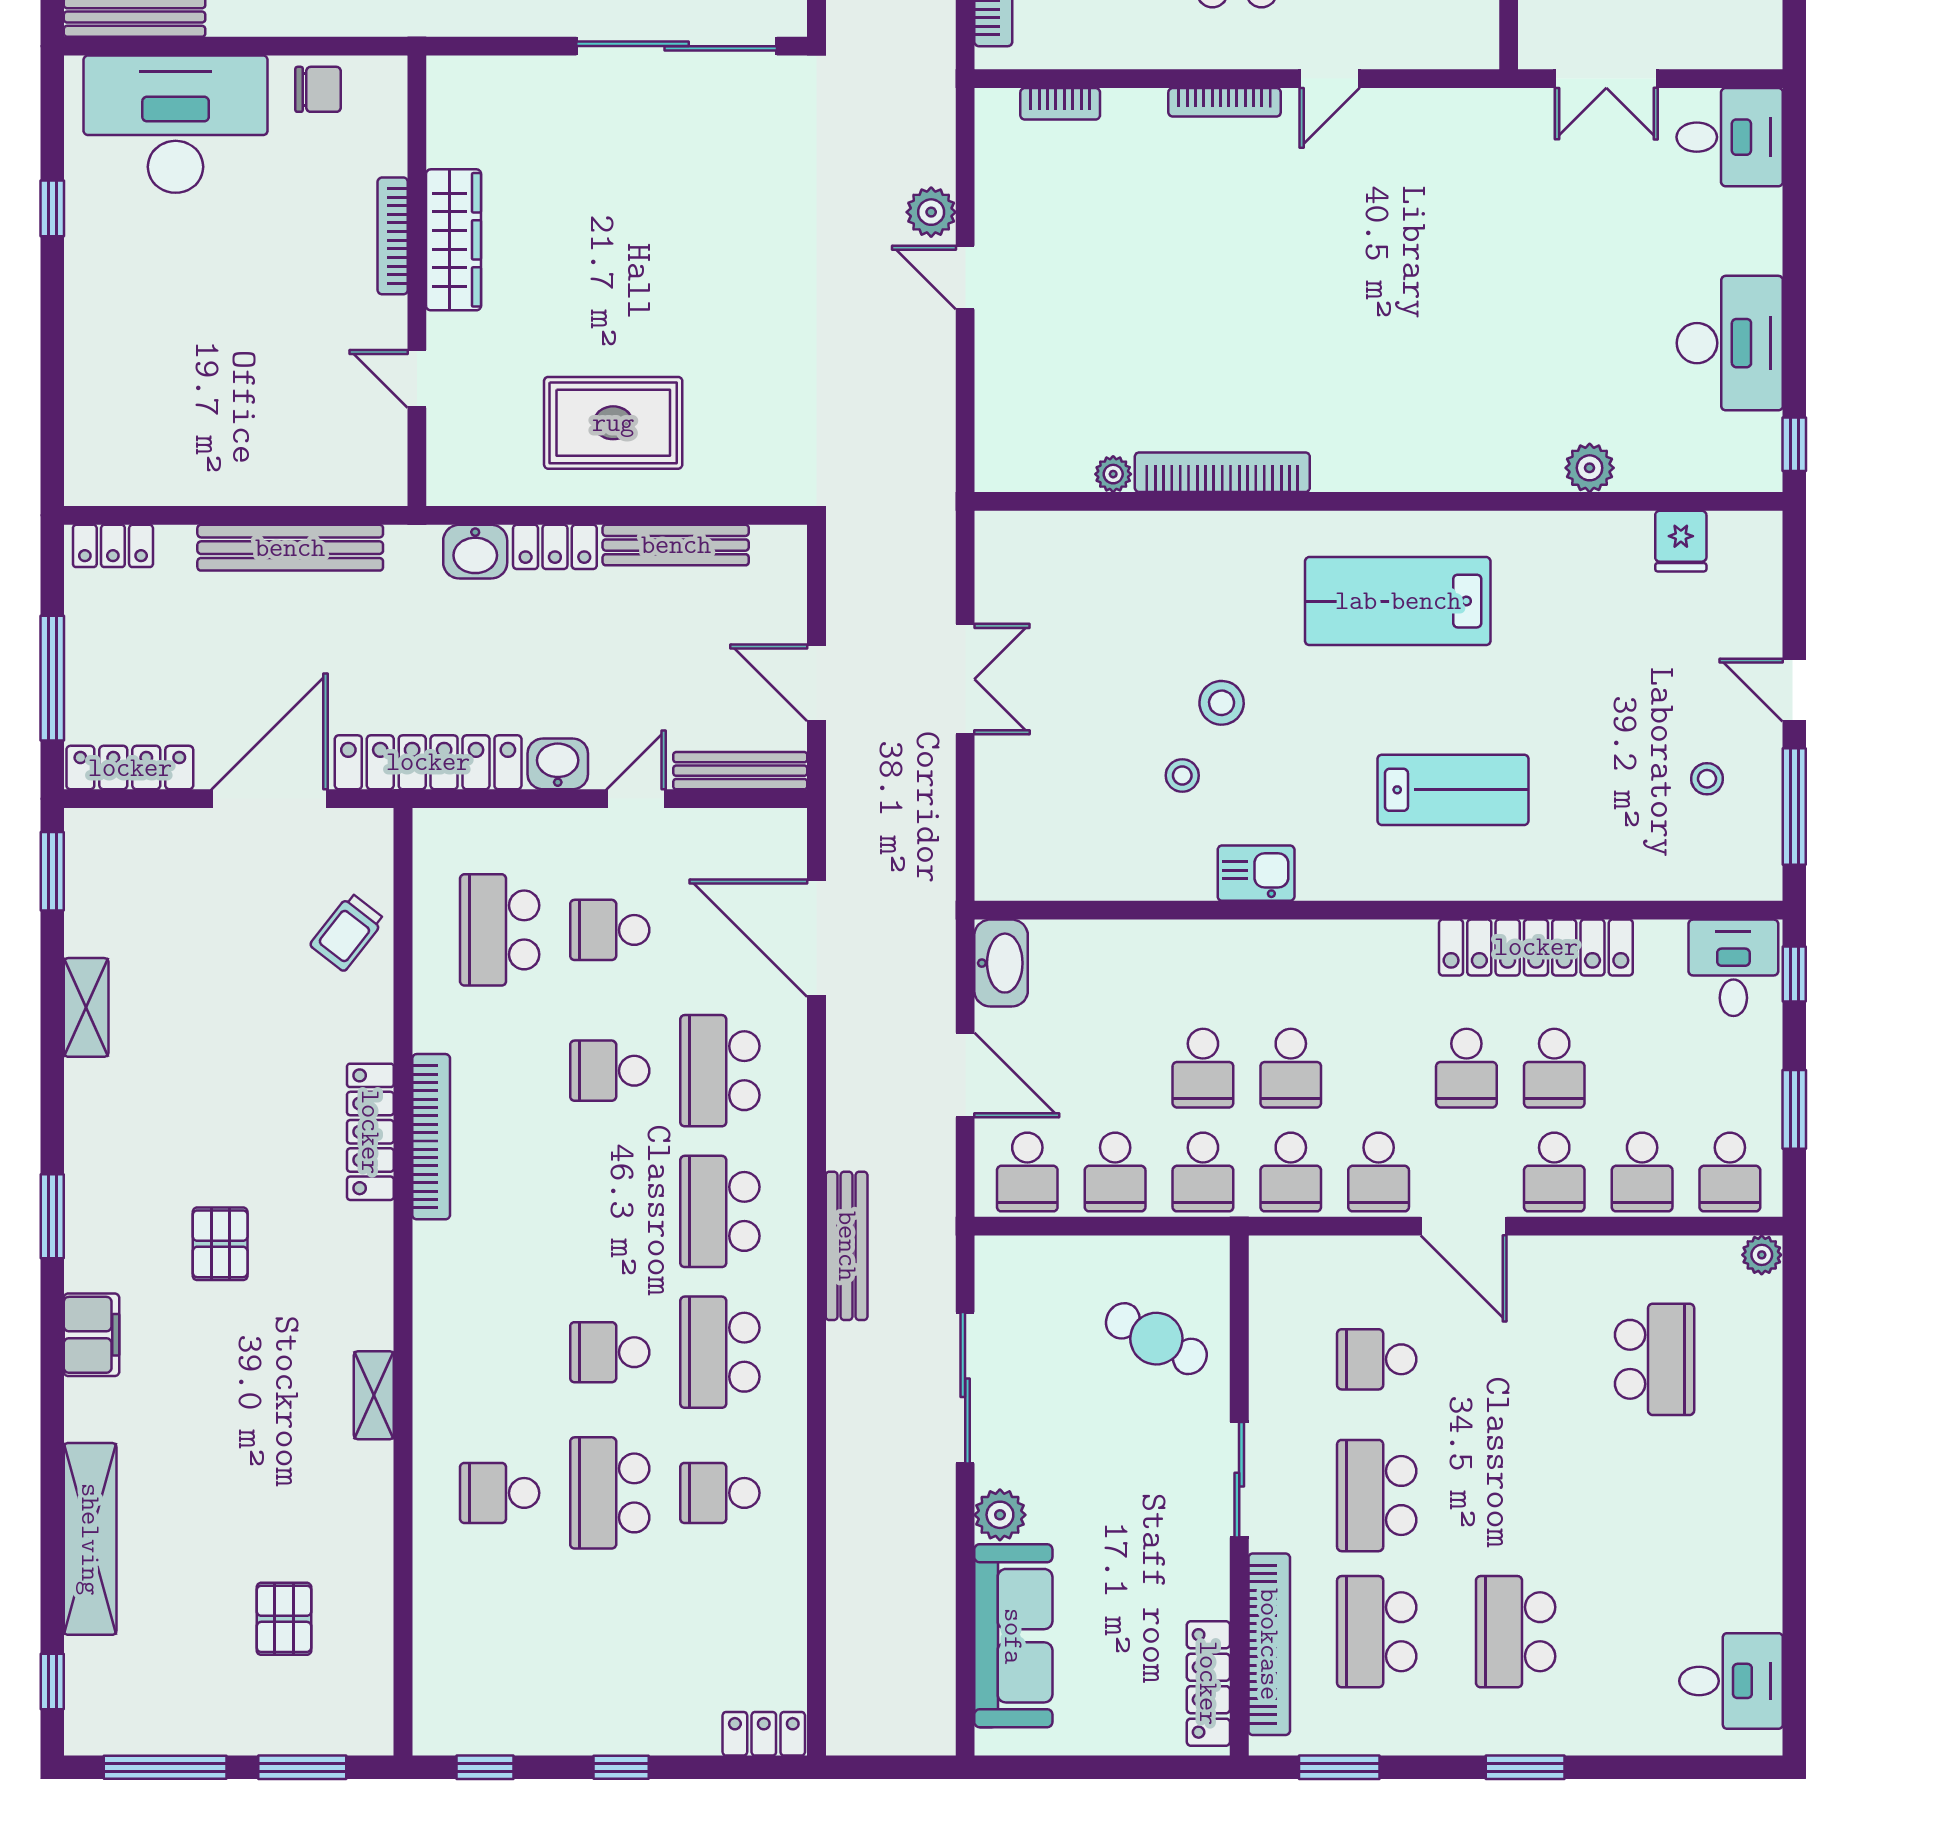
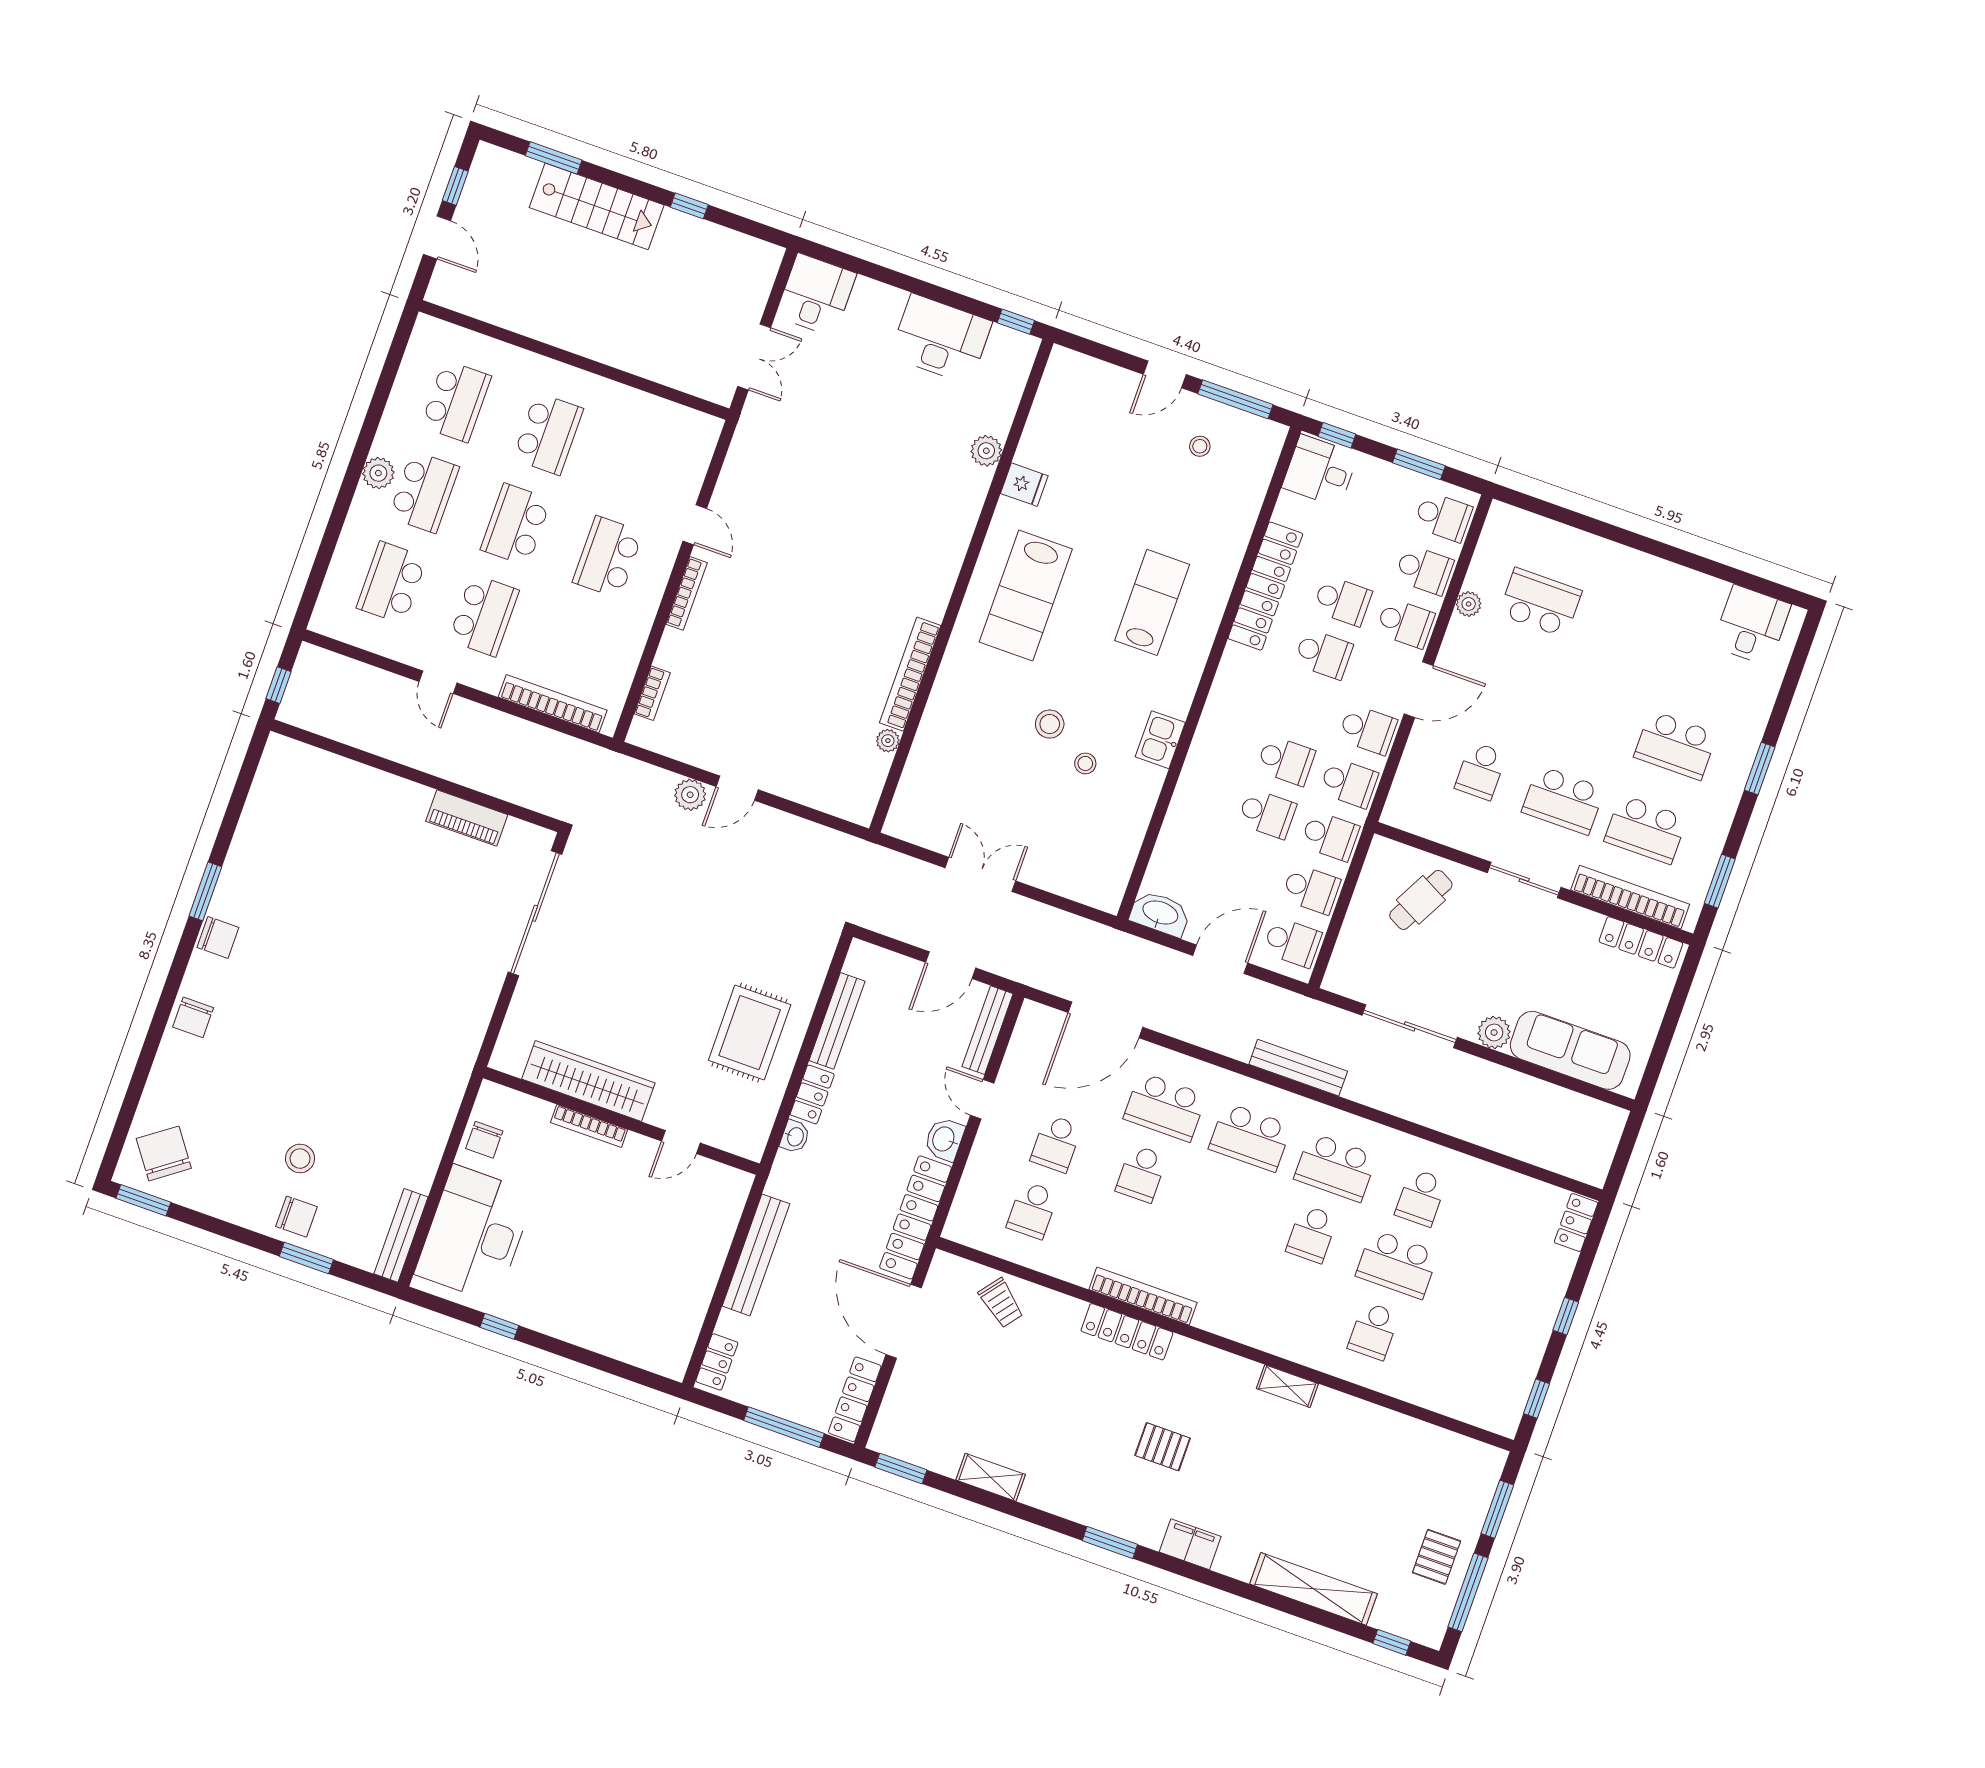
chair: (318, 89) -> (484, 1140), turned 180
wardrobe: (454, 240) -> (588, 1081), width x1.40, depth x1.17
fridge: (1681, 541) -> (1024, 485), moved
washbasin: (475, 552) -> (795, 1137), width x0.72, depth x0.69
school desk: (500, 930) -> (1032, 1210), width x0.54
plant: (1762, 1255) -> (1469, 604), moved
pallet: (284, 1619) -> (1437, 1557), moved, turned 90

